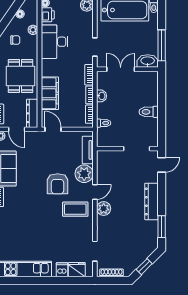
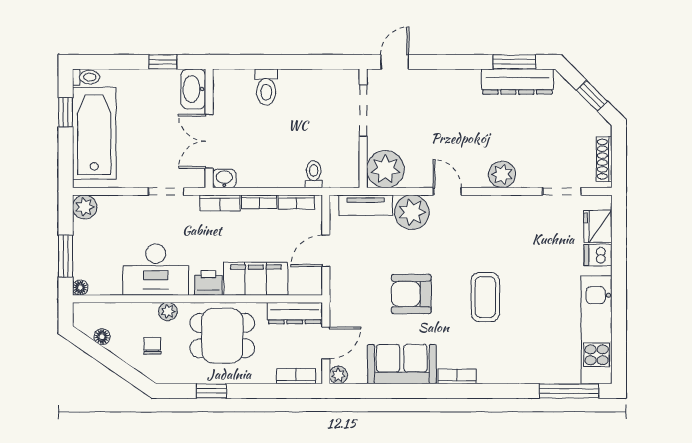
printer: (48, 15) -> (208, 283), moved
plant: (33, 30) -> (168, 311), moved
window: (162, 45) -> (163, 62), width x0.46
washbasin: (102, 96) -> (224, 178), moved
toilet: (149, 112) -> (266, 87), moved
door: (53, 129) -> (326, 251), moved
plant: (106, 160) -> (385, 169), added
door: (162, 165) -> (395, 62), hinge flipped
armchair: (58, 184) -> (411, 294), moved, turned 180
dresser: (151, 201) -> (517, 82), moved
coffee table: (75, 209) -> (485, 297), moved
plant: (104, 209) -> (502, 174), moved

